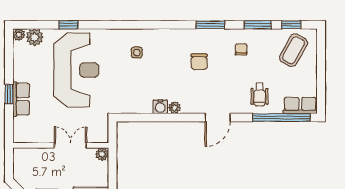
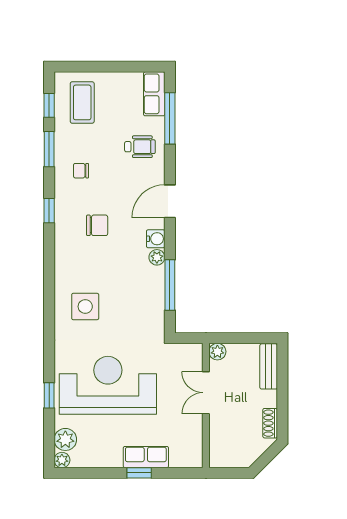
window: (210, 25) -> (49, 211), width x0.67
coffee table: (294, 50) -> (82, 102), turned 61
side table: (137, 53) -> (85, 307), width x1.87, depth x1.87
water cooler: (160, 107) -> (156, 239), moved
window: (153, 118) -> (170, 285), added
door: (218, 118) -> (170, 201), swing flipped
window: (281, 118) -> (170, 118), width x0.68

